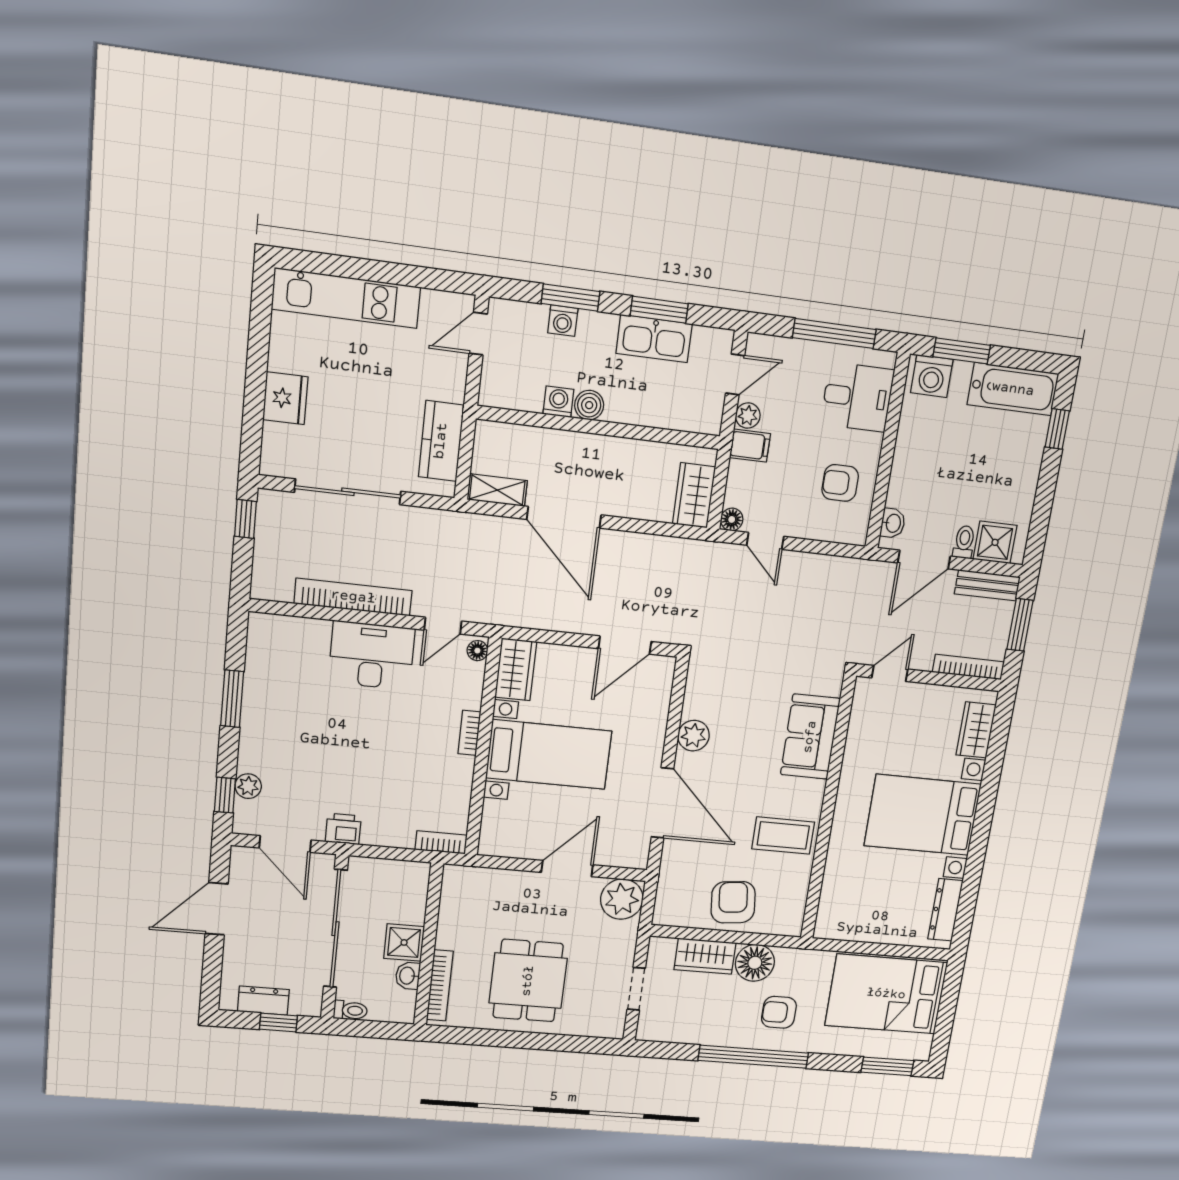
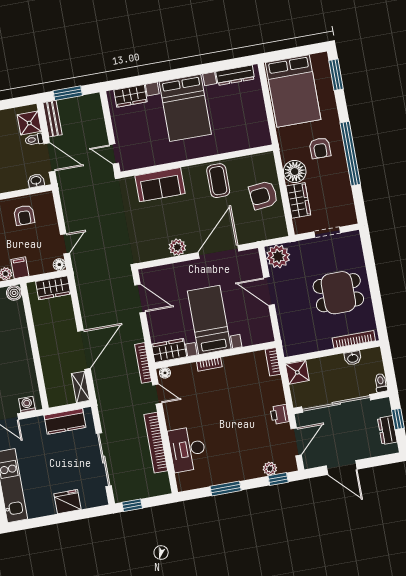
washing machine: (558, 402) -> (27, 404), moved, turned 90
boiler: (589, 405) -> (14, 293), moved
desk: (372, 655) -> (187, 449), moved
bookcase: (968, 667) -> (143, 363), moved
shower: (404, 942) -> (297, 372), moved

